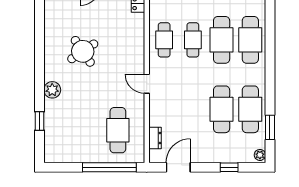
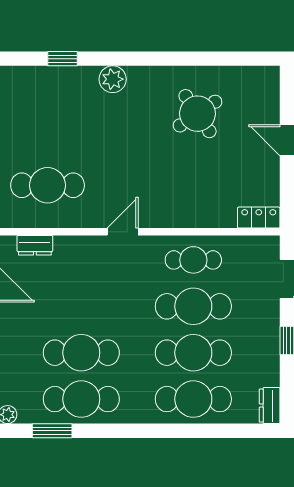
cafe table: (193, 40) -> (193, 306), width x1.37, depth x1.35
round table: (83, 51) -> (198, 114), moved

